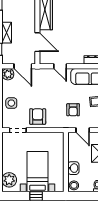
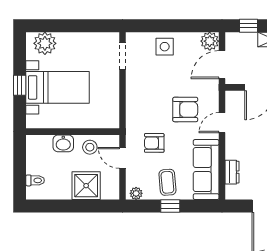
armchair: (38, 116) -> (185, 109), moved
door: (83, 130) -> (122, 158), hinge flipped
stool: (74, 185) -> (90, 147), moved

